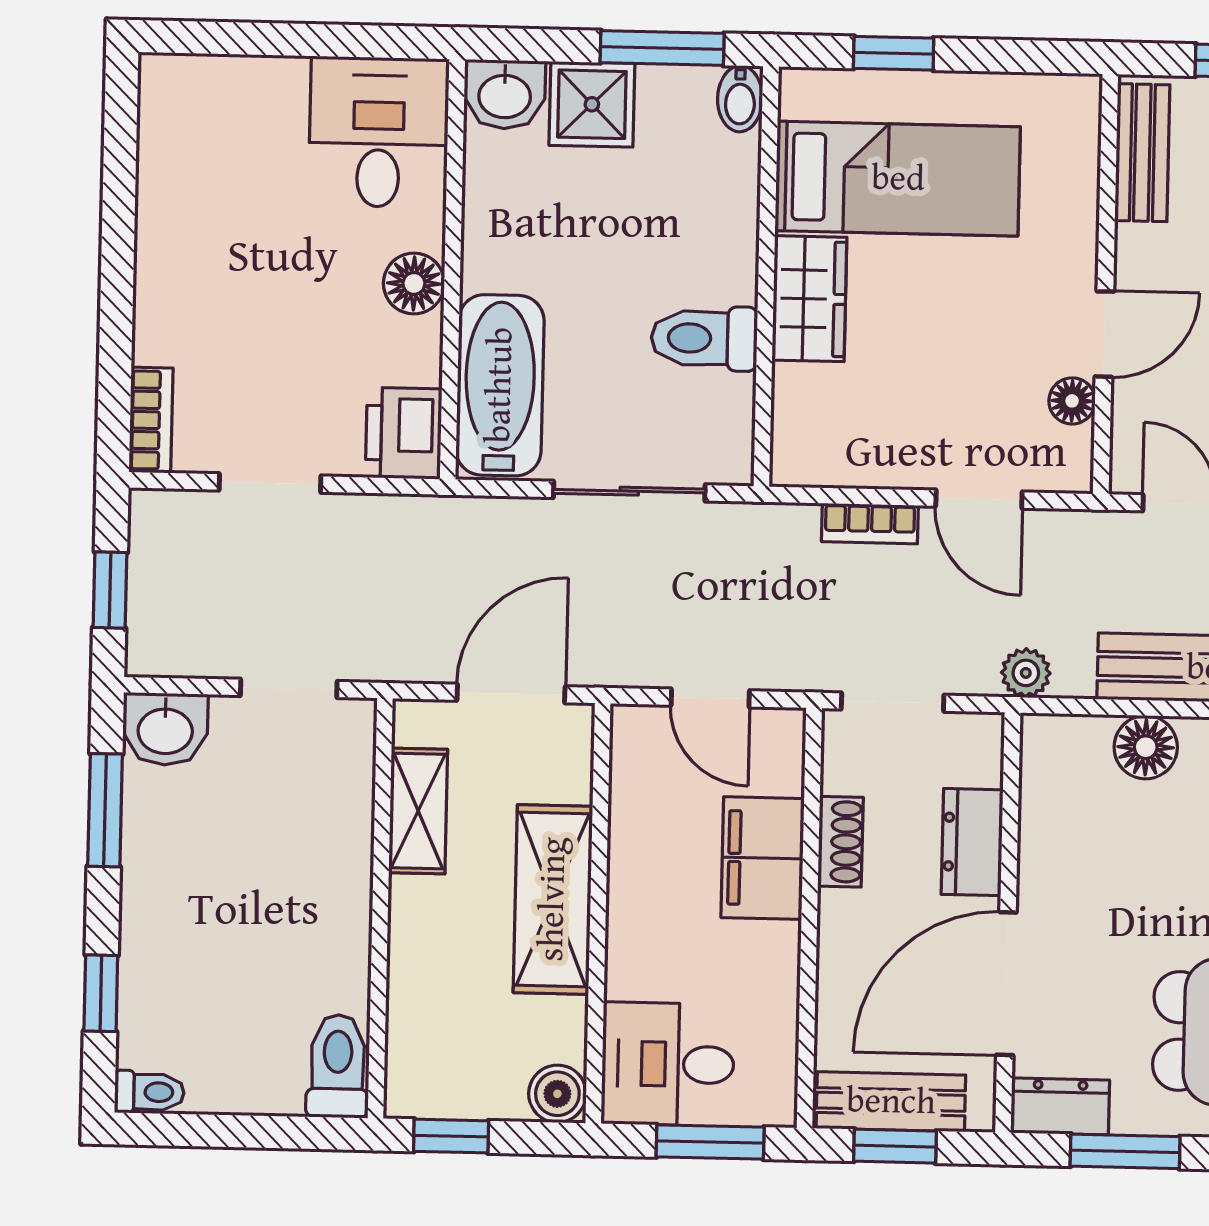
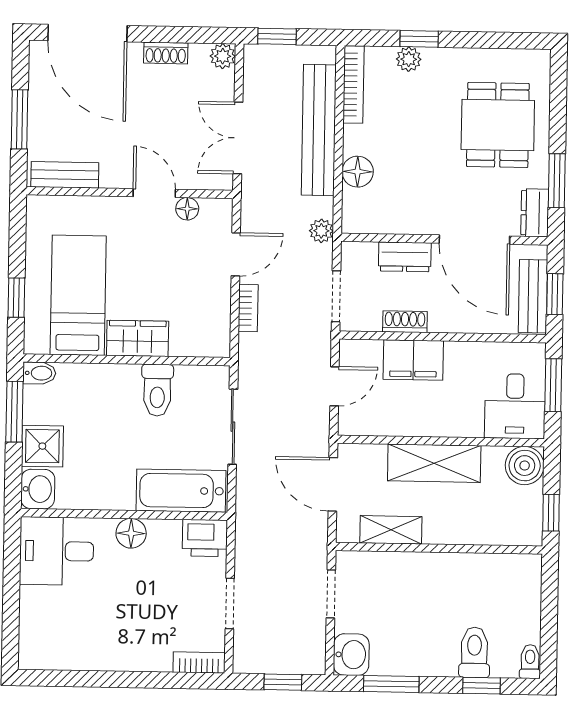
toilet: (338, 1066) -> (474, 652), moved, turned 90
boiler: (557, 1094) -> (525, 466), width x1.36, depth x1.36

